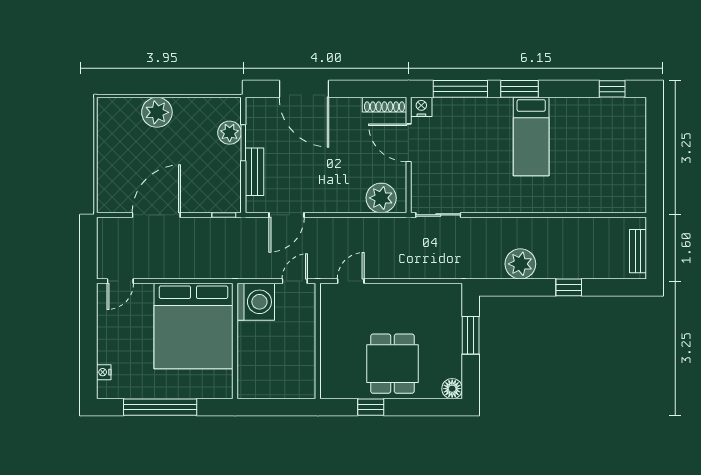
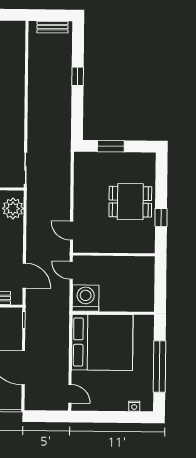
plant: (520, 264) -> (61, 110), removed
floor lamp: (452, 389) -> (149, 160), removed

